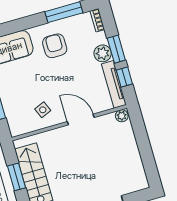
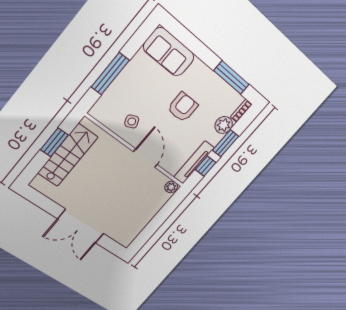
armchair: (55, 46) -> (183, 107), moved
plant: (103, 53) -> (224, 125), moved

